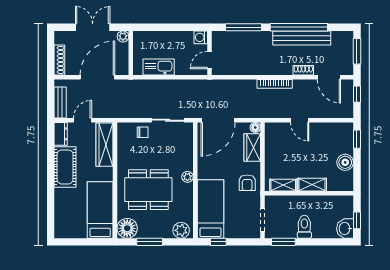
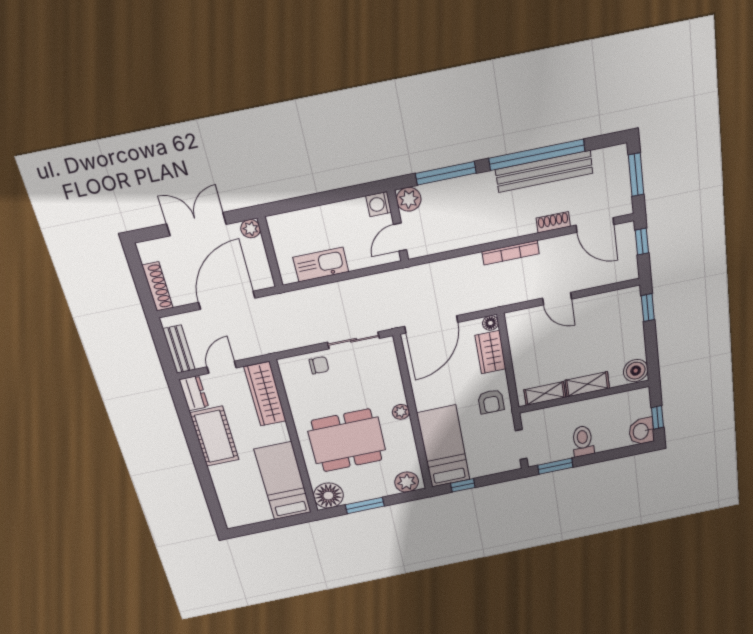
plant: (219, 38) -> (409, 199), added
boiler: (345, 162) -> (636, 371), moved

